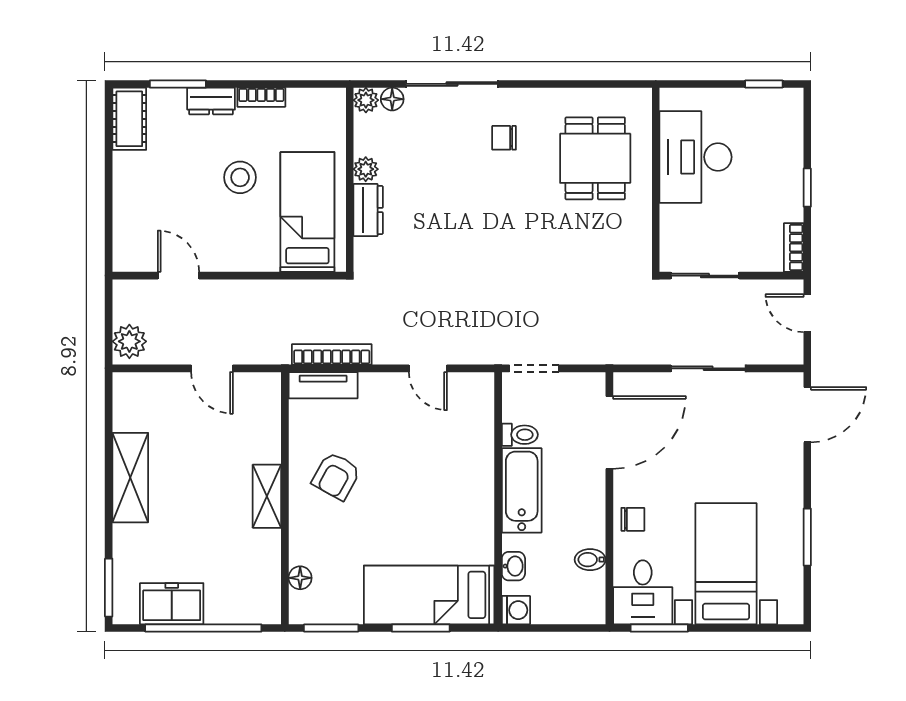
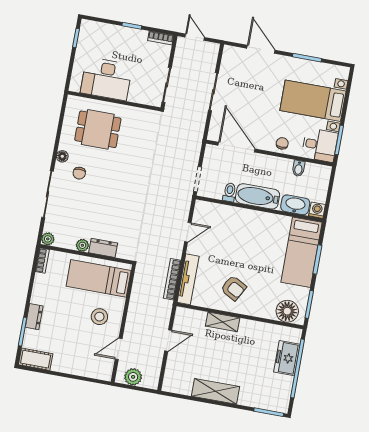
bookcase: (261, 97) -> (42, 261), moved
floor lamp: (392, 99) -> (62, 156), moved
stool: (240, 177) -> (99, 317), moved
door: (807, 313) -> (195, 37), swing flipped
plant: (129, 341) -> (133, 377), moved
tv unit: (323, 385) -> (188, 279), width x1.41
door: (807, 415) -> (261, 49), moved
shelving: (267, 496) -> (223, 322), moved
washbasin: (513, 566) -> (295, 205), width x1.91, depth x1.45
floor lamp: (300, 578) -> (287, 311), width x1.89, depth x1.89
freezer: (172, 604) -> (287, 358), moved

